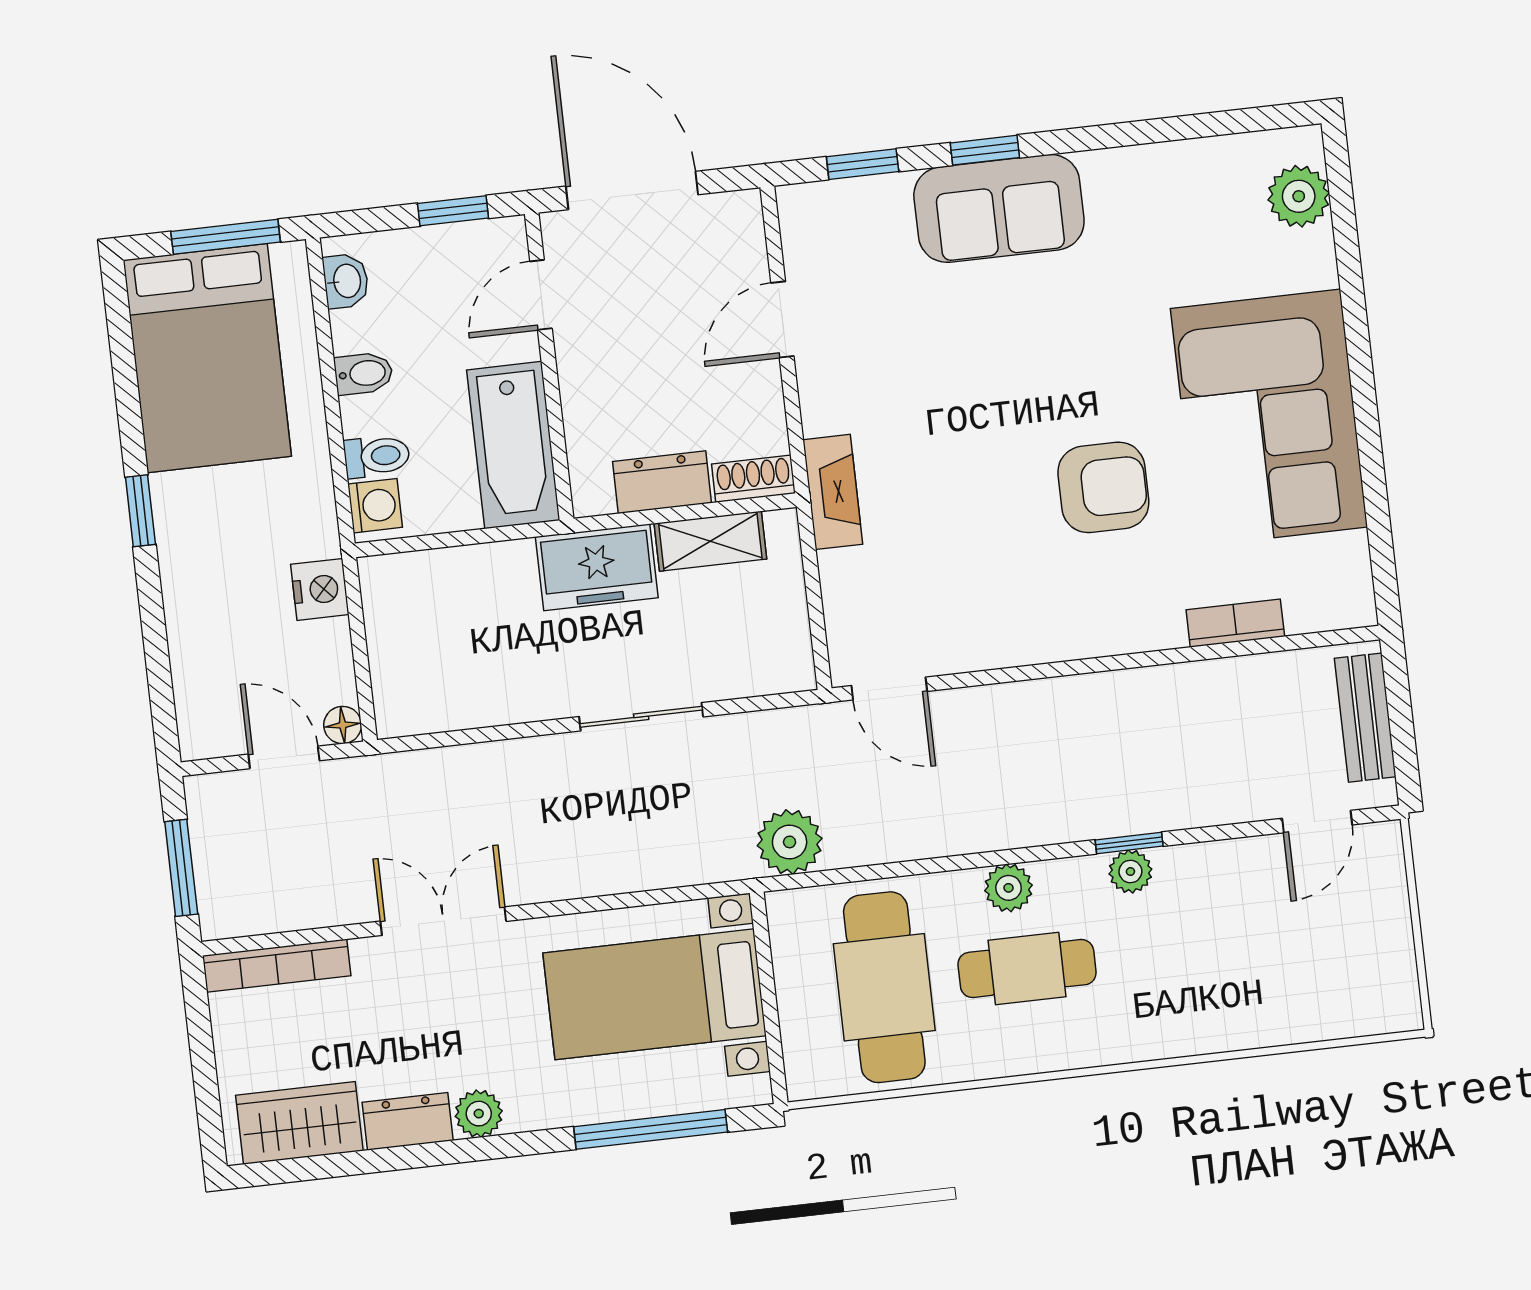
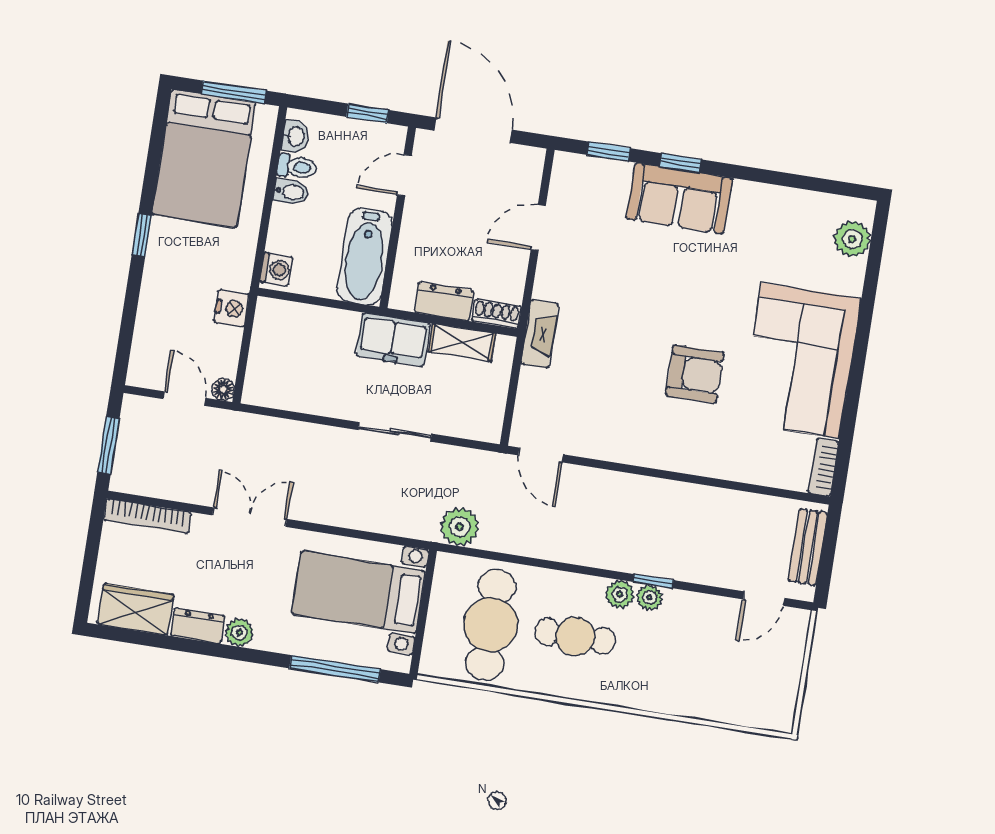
toilet: (377, 456) -> (297, 167), moved
bookcase: (1235, 623) -> (823, 467), moved, turned -90
plant: (1009, 888) -> (620, 594), moved

